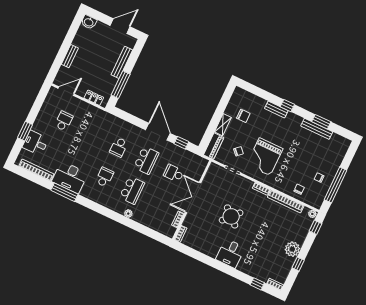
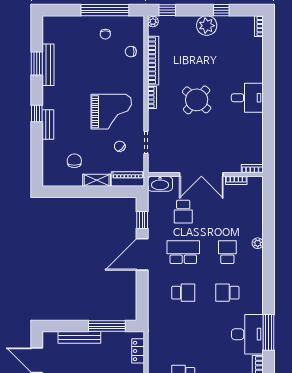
washbasin: (200, 166) -> (160, 184), added
school desk: (132, 190) -> (227, 252), width x0.54
round table: (231, 216) -> (197, 100), moved
window: (257, 284) -> (268, 48), removed

